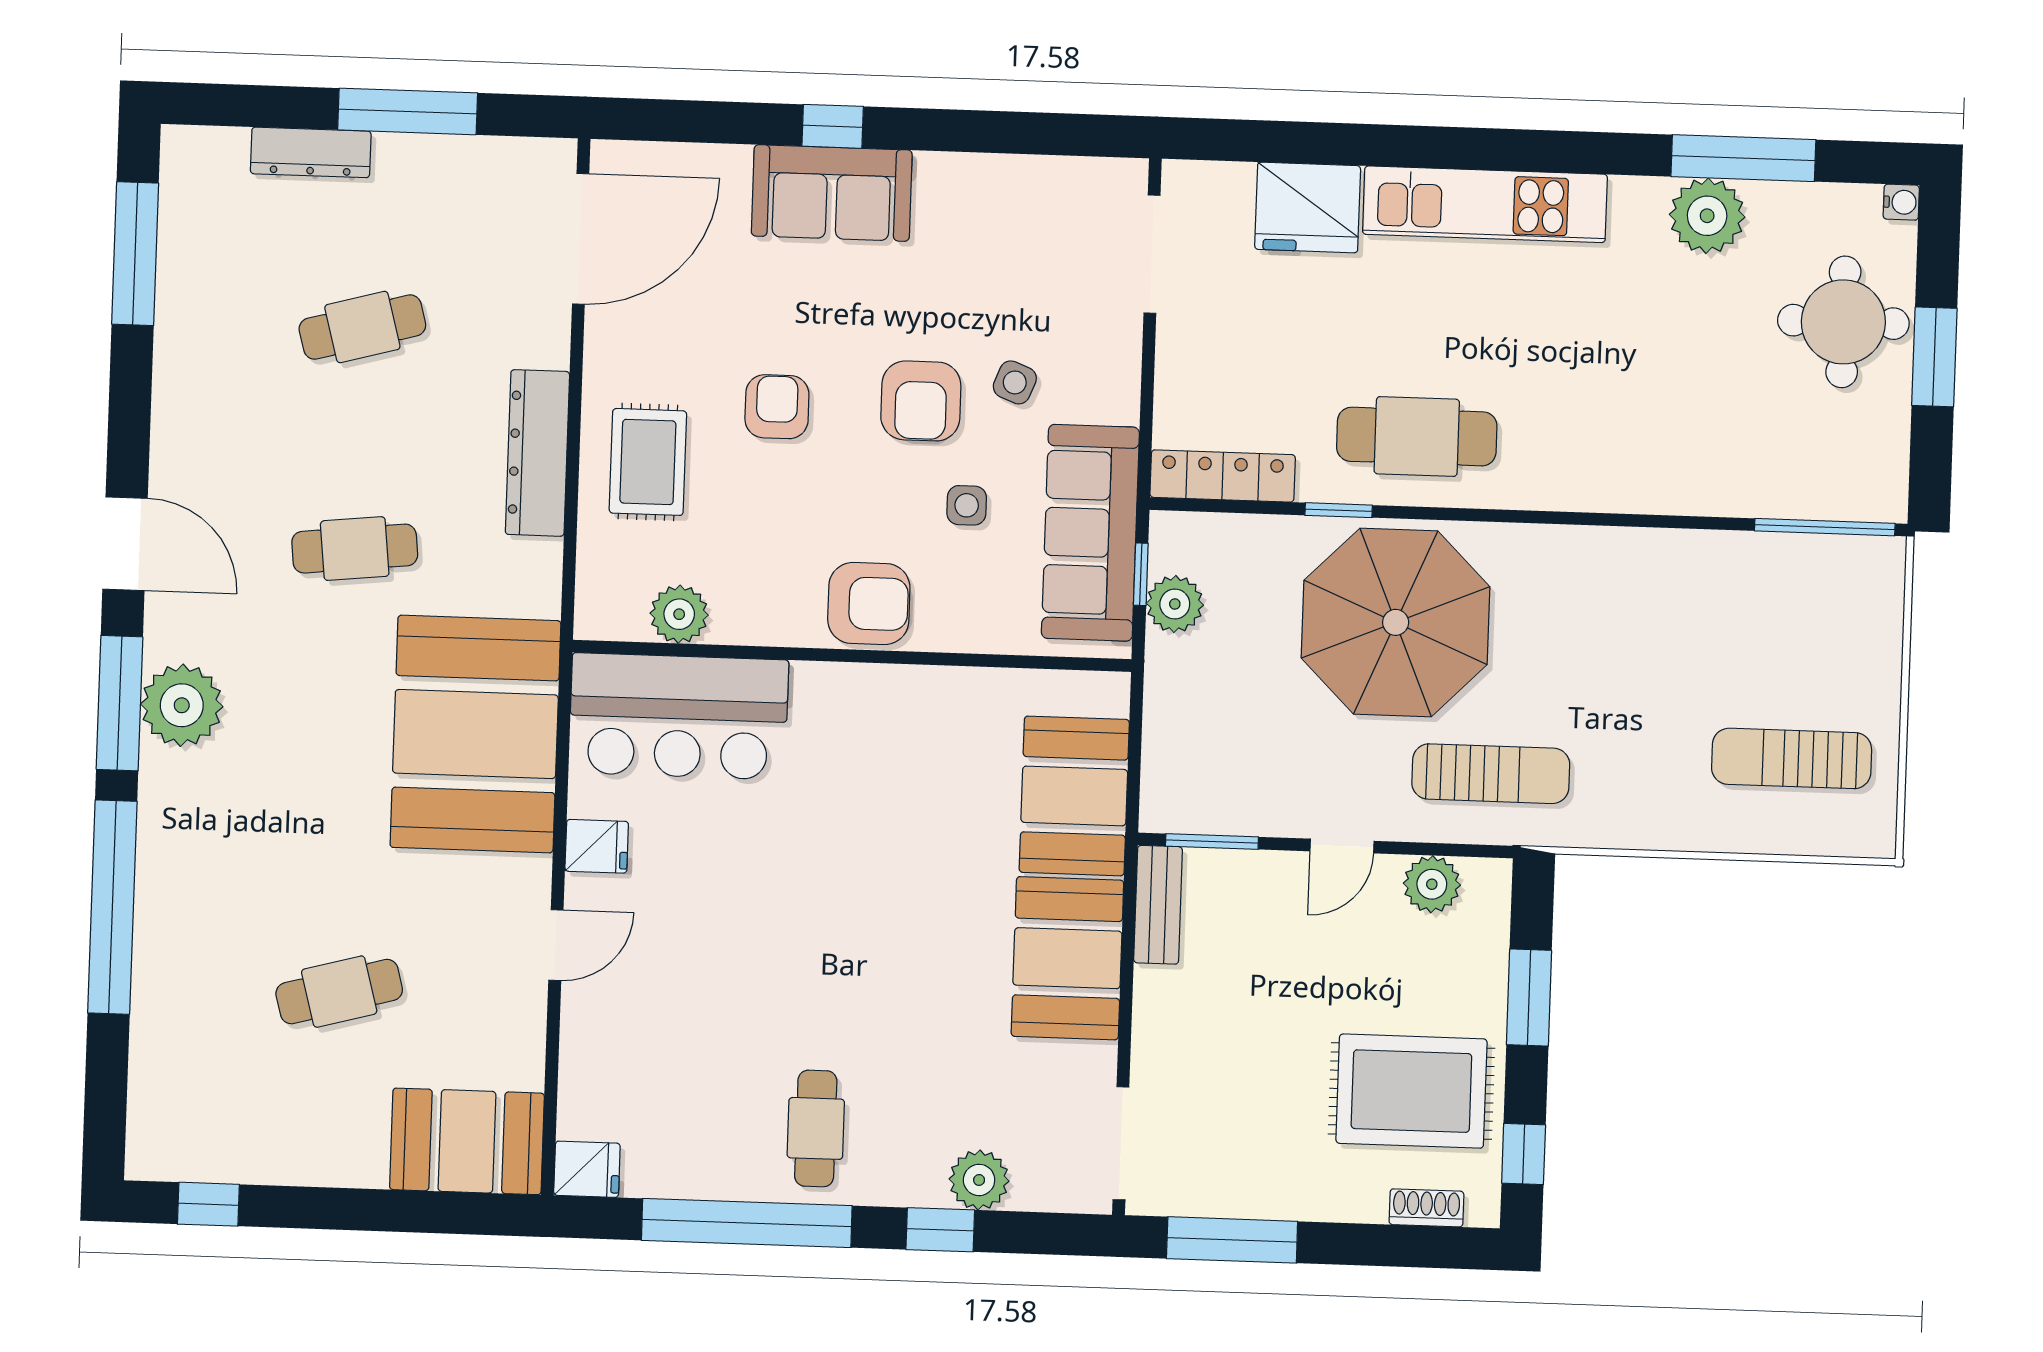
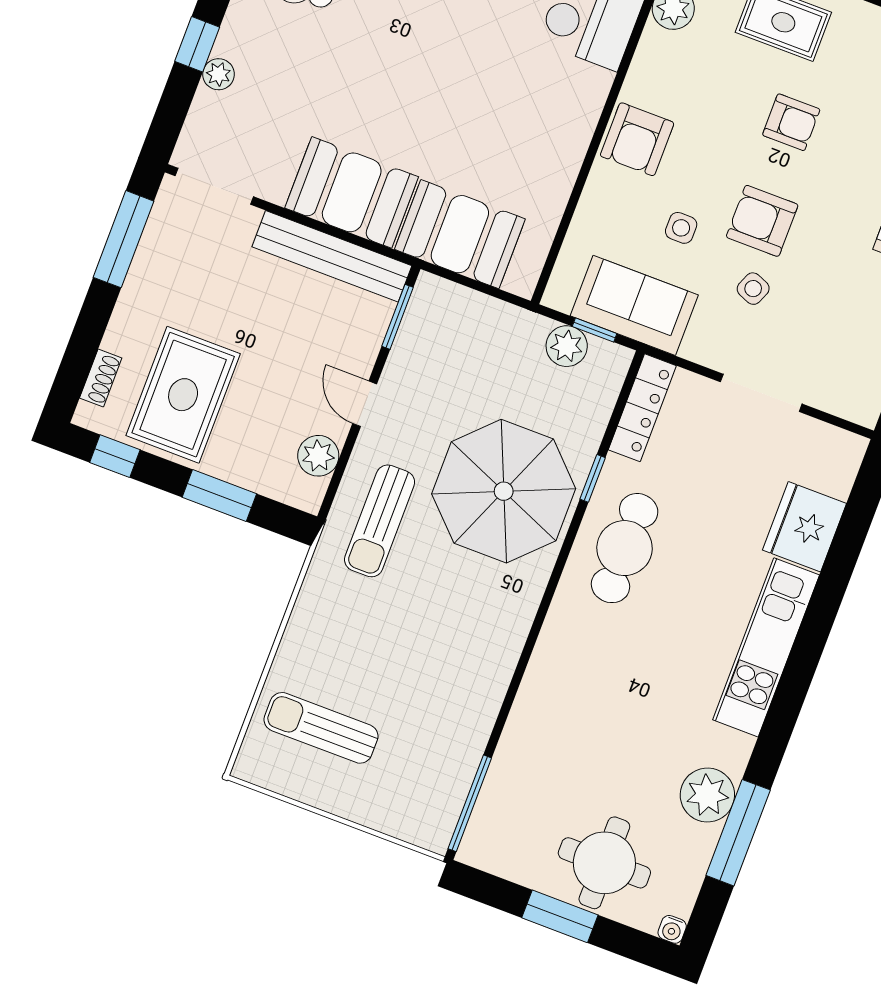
doorway: (1152, 254) -> (761, 393), moved
sofa: (1090, 533) -> (634, 305), width x0.73
sun lounger: (1792, 758) -> (321, 728), turned -90
bench: (1158, 905) -> (332, 256), width x1.86, depth x1.21
plant: (979, 1180) -> (219, 74), width x0.73, depth x0.73

